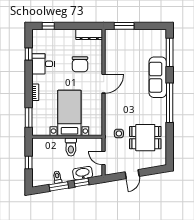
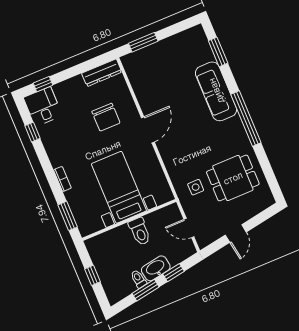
window: (170, 52) -> (218, 52), width x0.69
desk: (43, 64) -> (43, 106), moved, turned 90
washbasin: (83, 173) -> (156, 268), moved

